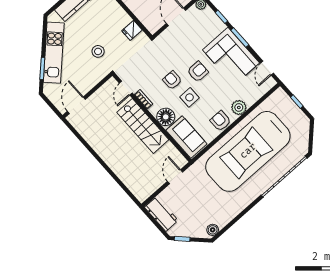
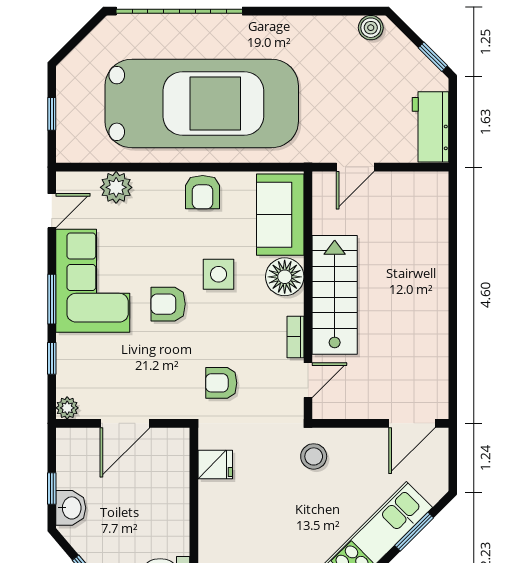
stool: (98, 51) -> (314, 456), moved
armchair: (172, 80) -> (221, 383), moved, turned 90
plant: (239, 107) -> (116, 187), moved

